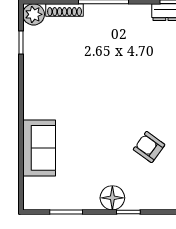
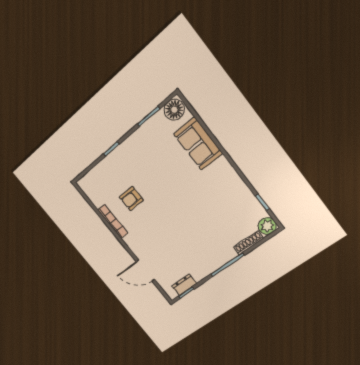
armchair: (149, 147) -> (131, 199), turned 144
floor lamp: (112, 198) -> (174, 110), moved

